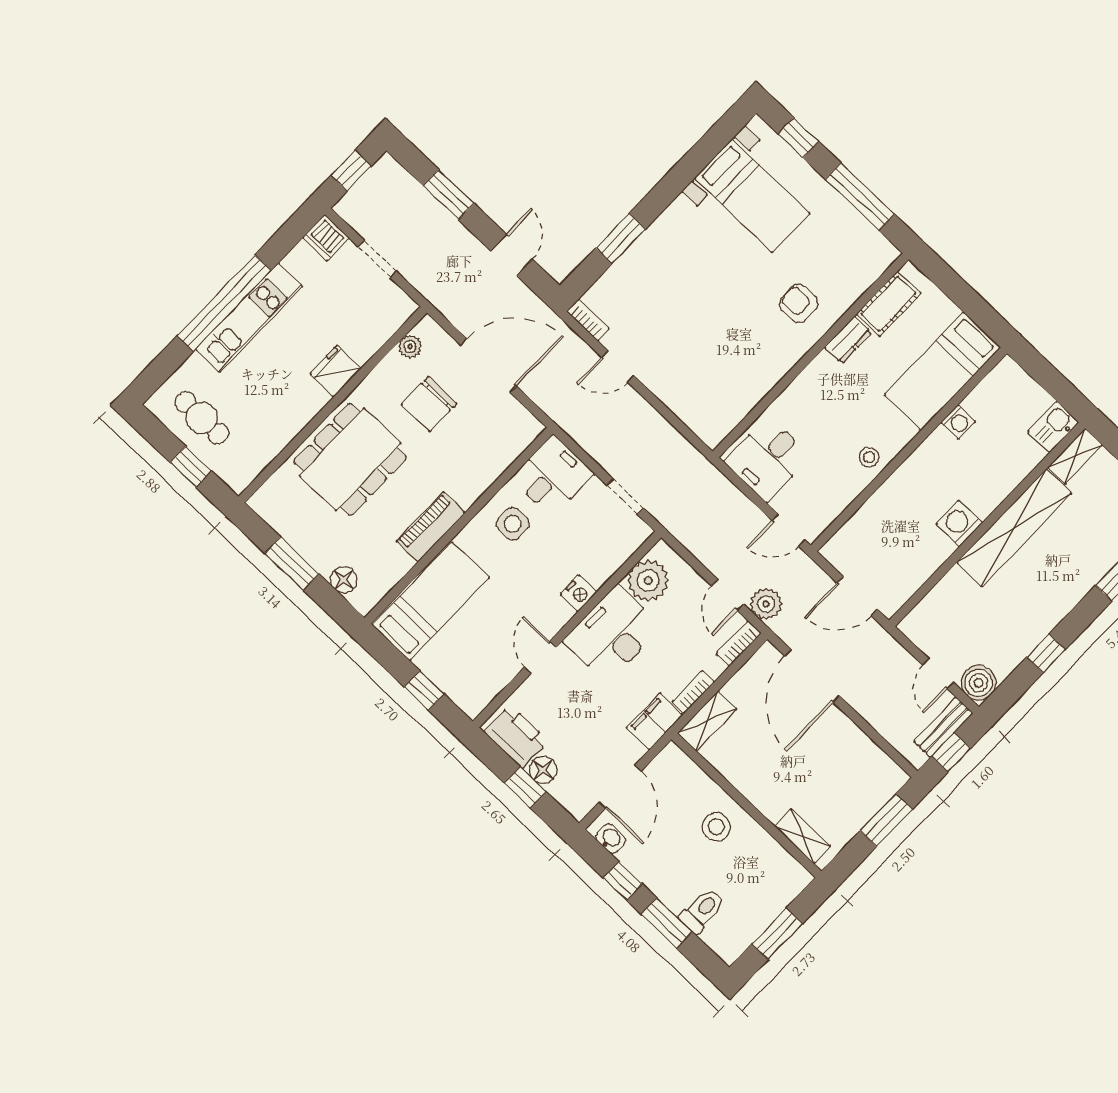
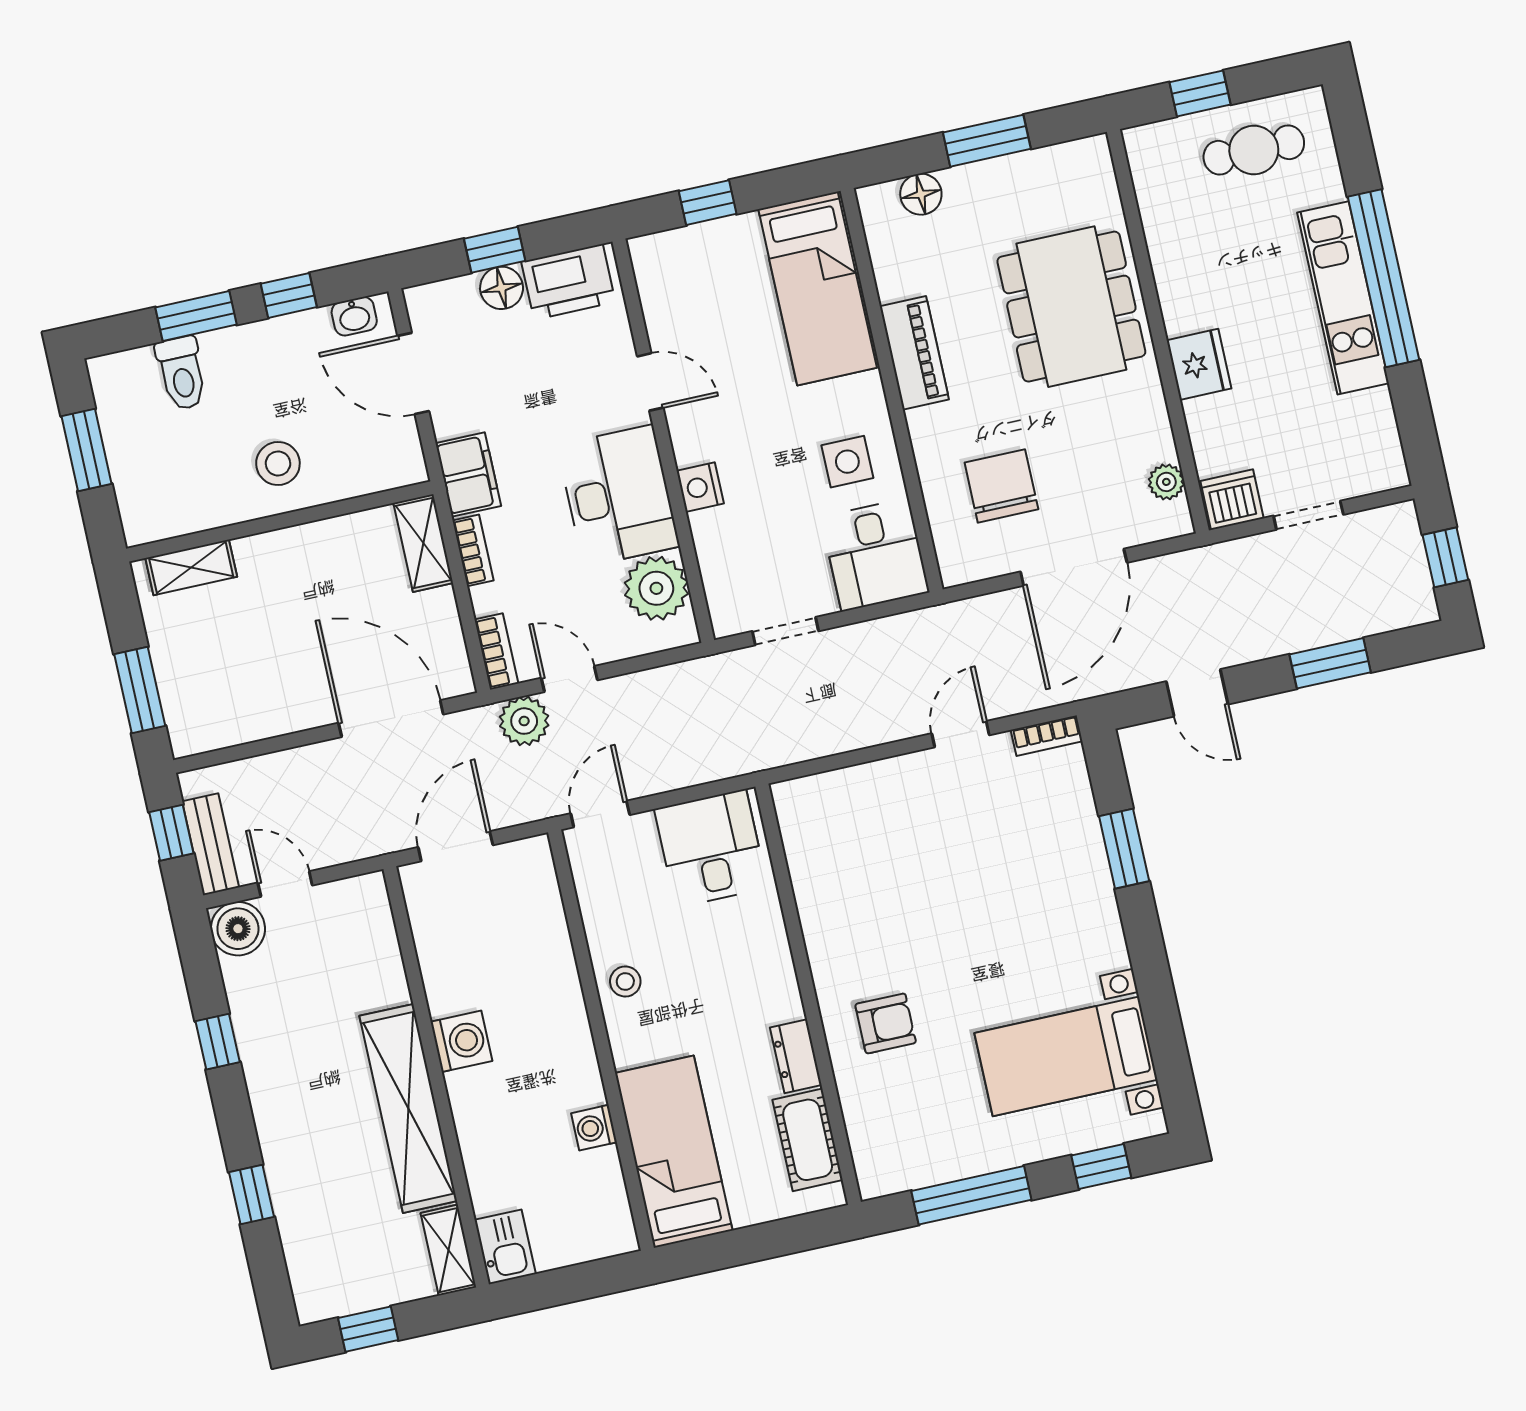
dishwasher: (326, 238) -> (1232, 500), moved
chair: (429, 404) -> (1001, 486), moved

